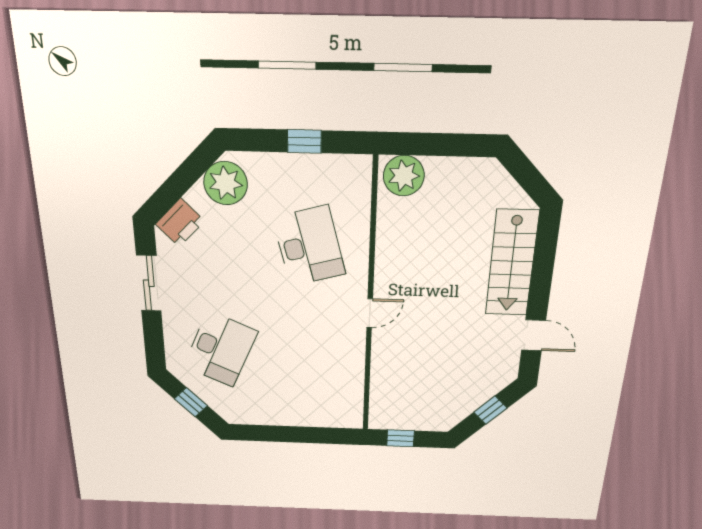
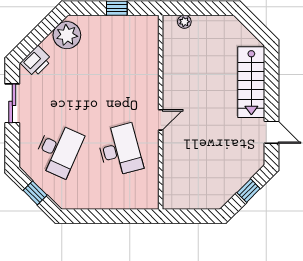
plant: (404, 176) -> (184, 22), width x0.53, depth x0.53
desk: (309, 246) -> (120, 150), moved
window: (401, 438) -> (186, 216), removed

